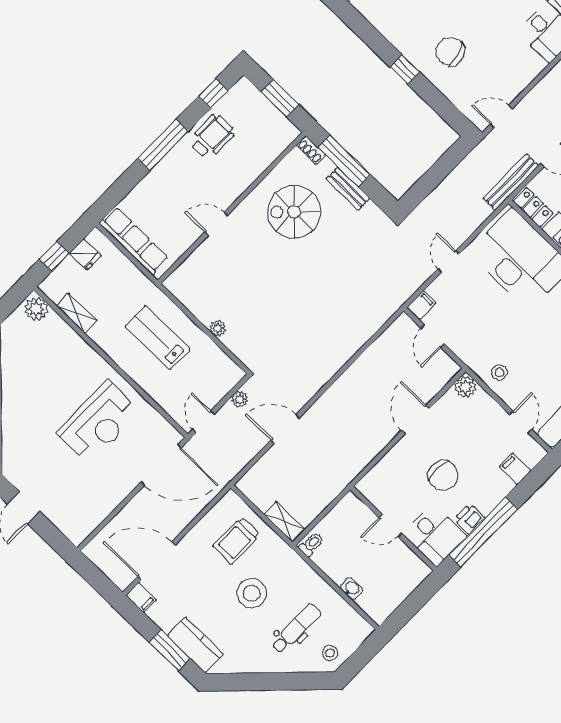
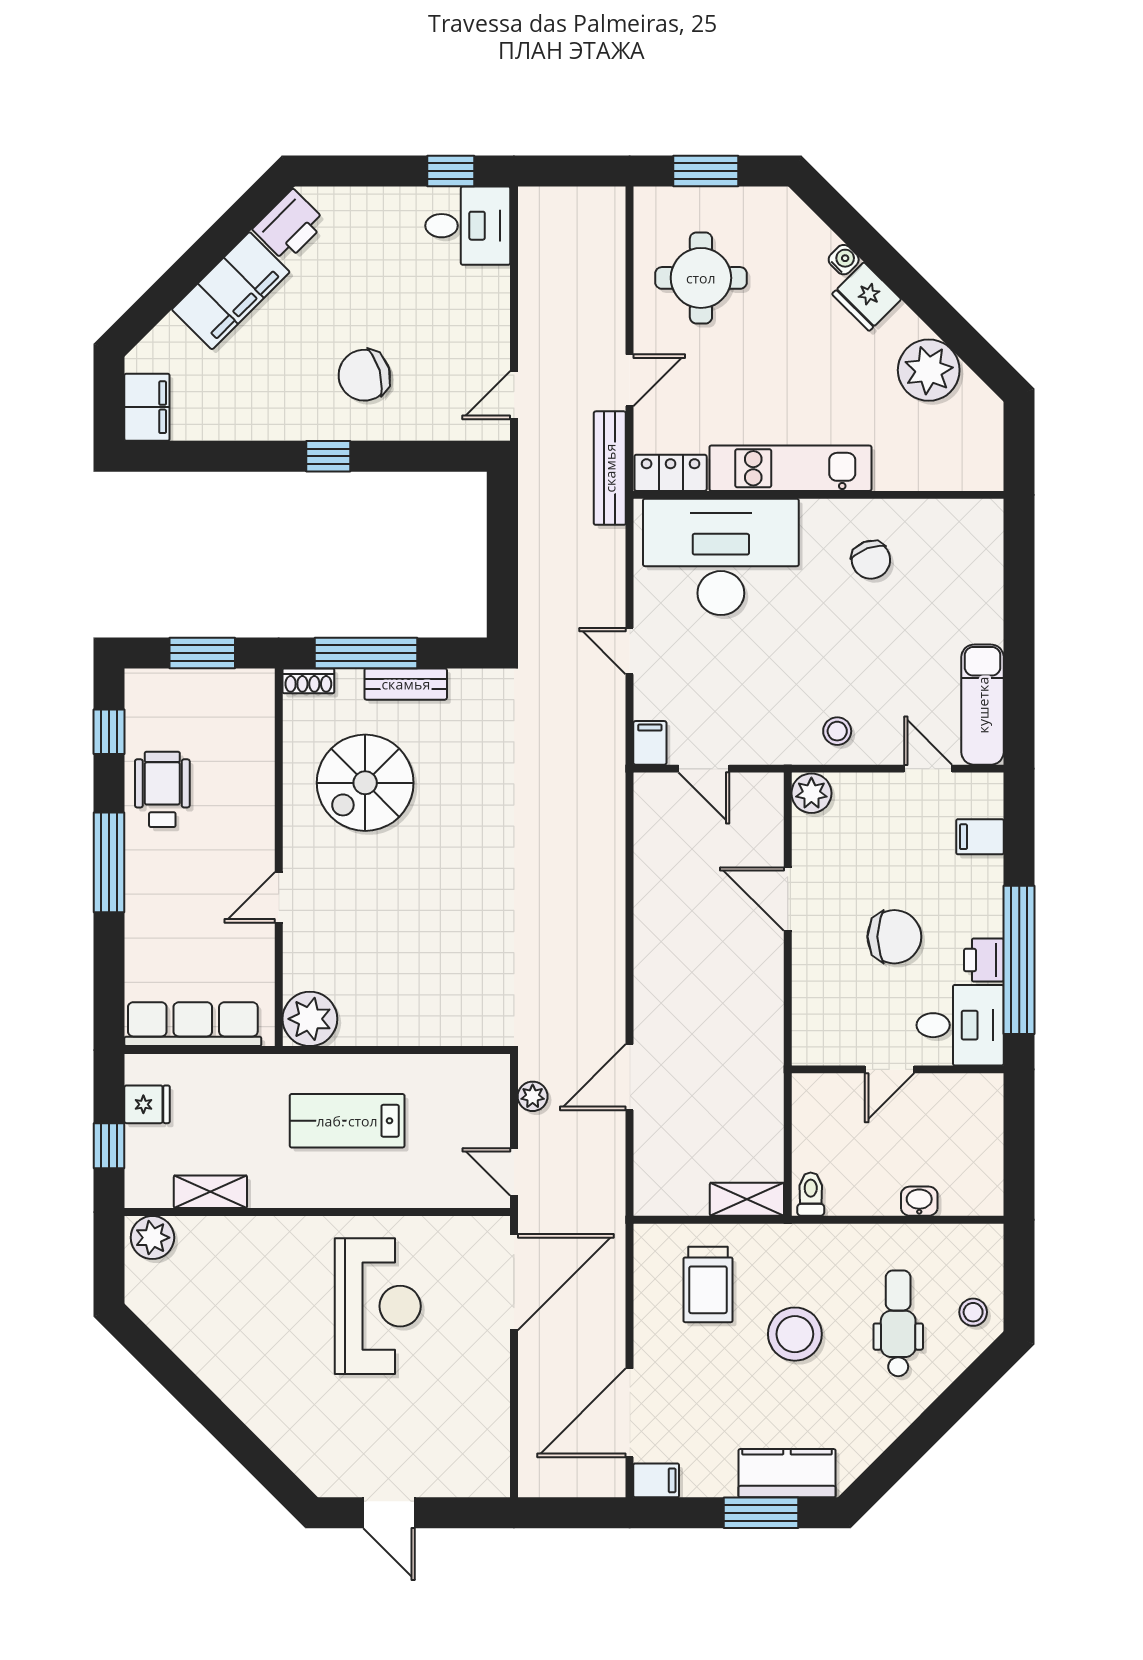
plant: (218, 328) -> (310, 1019), moved, width x1.88, depth x1.88

